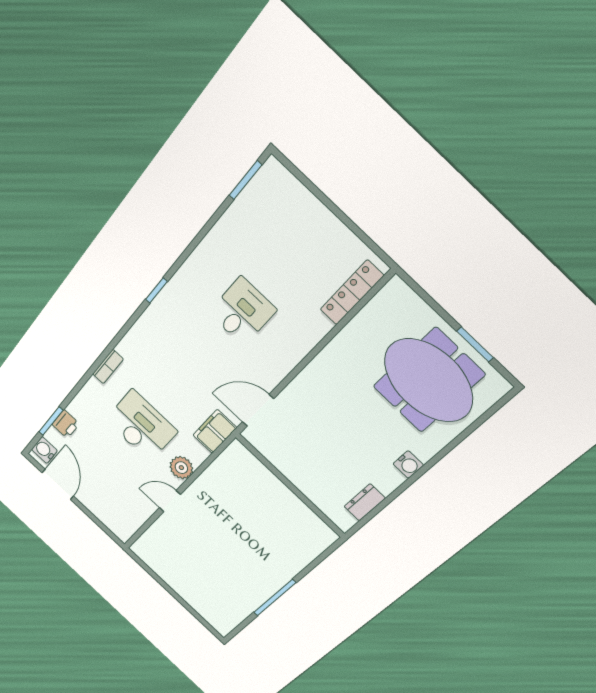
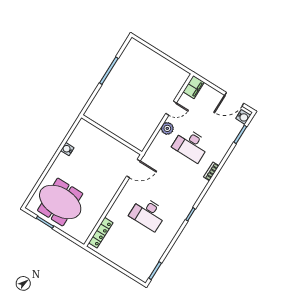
desk: (242, 311) -> (148, 214), width x1.37
printer: (66, 424) -> (232, 135), removed
filing cabinet: (215, 431) -> (194, 87), moved
water cooler: (408, 465) -> (67, 149), moved
door: (58, 484) -> (234, 99), hinge flipped
dresser: (365, 502) -> (75, 136), removed

